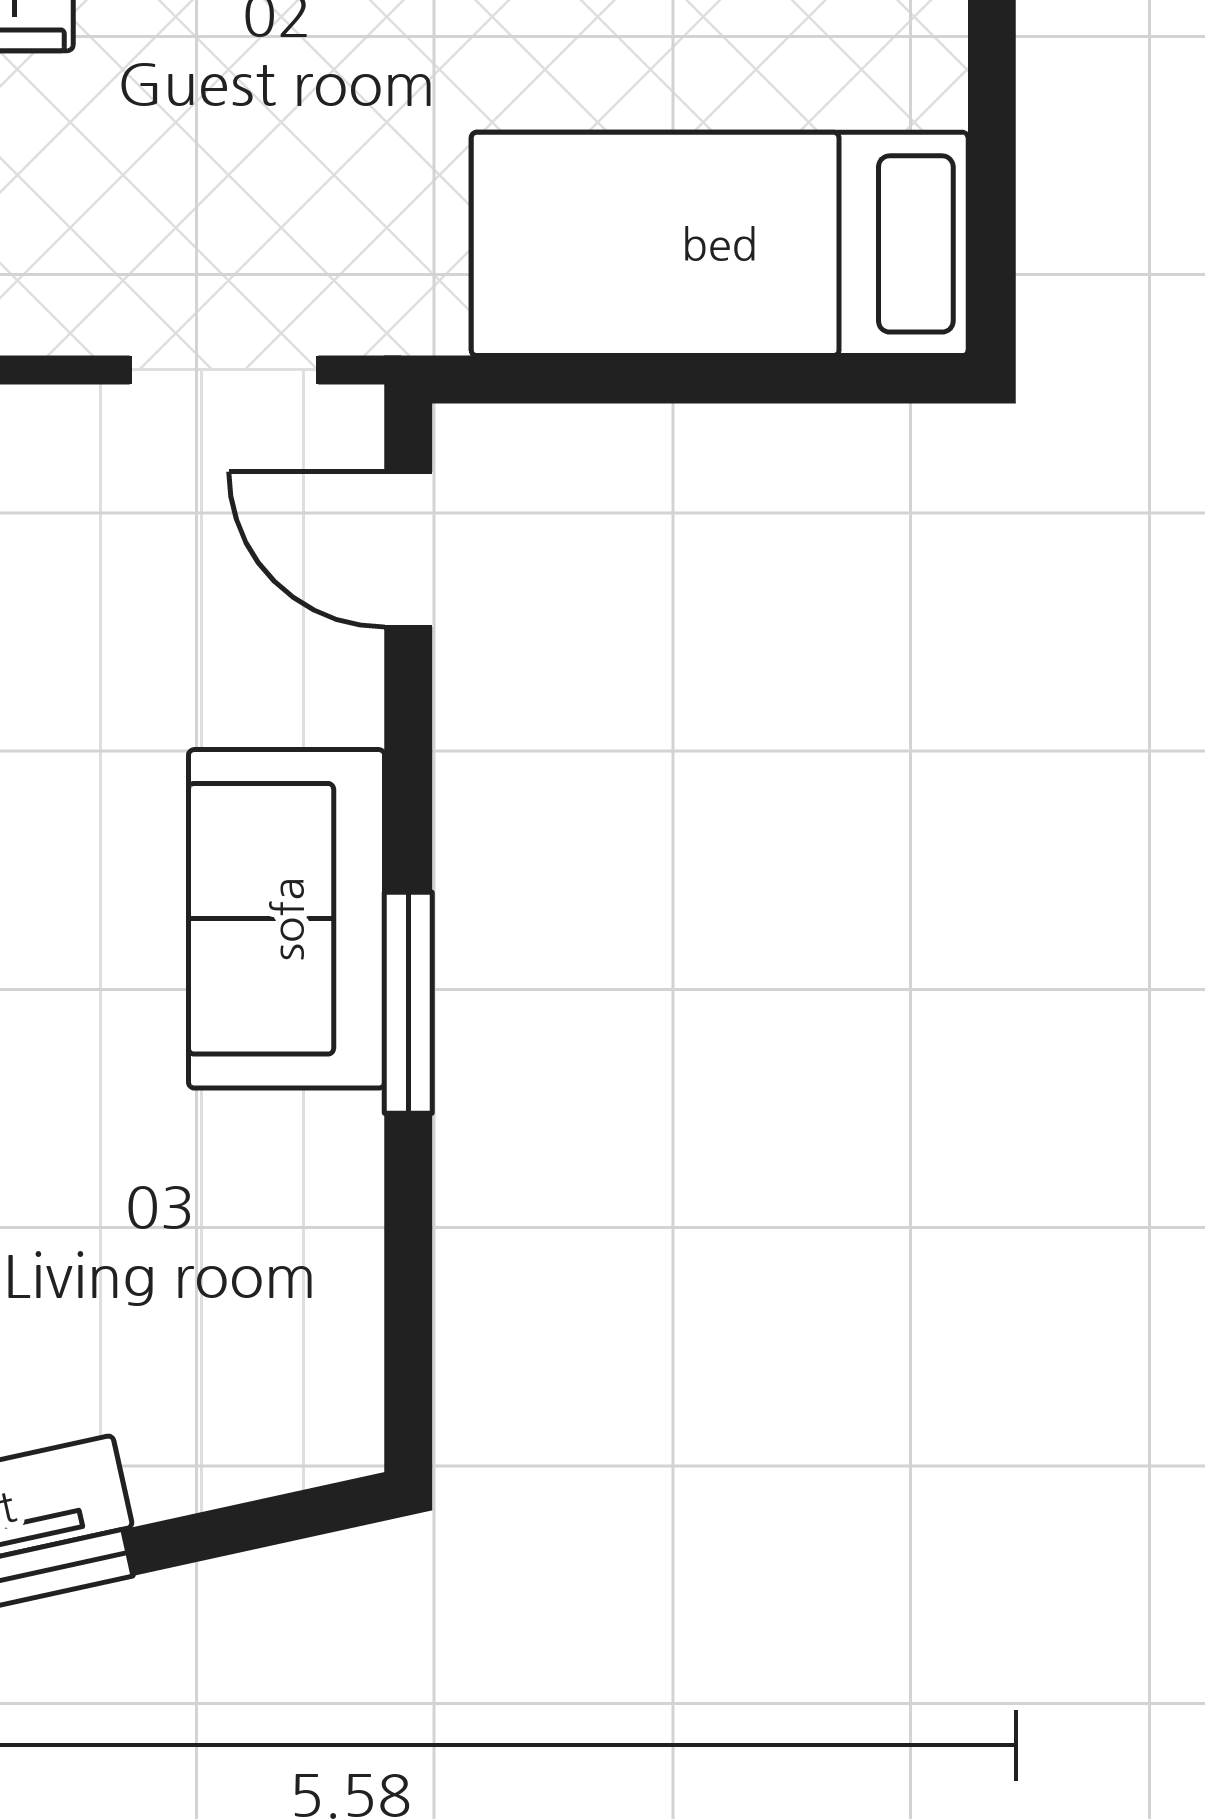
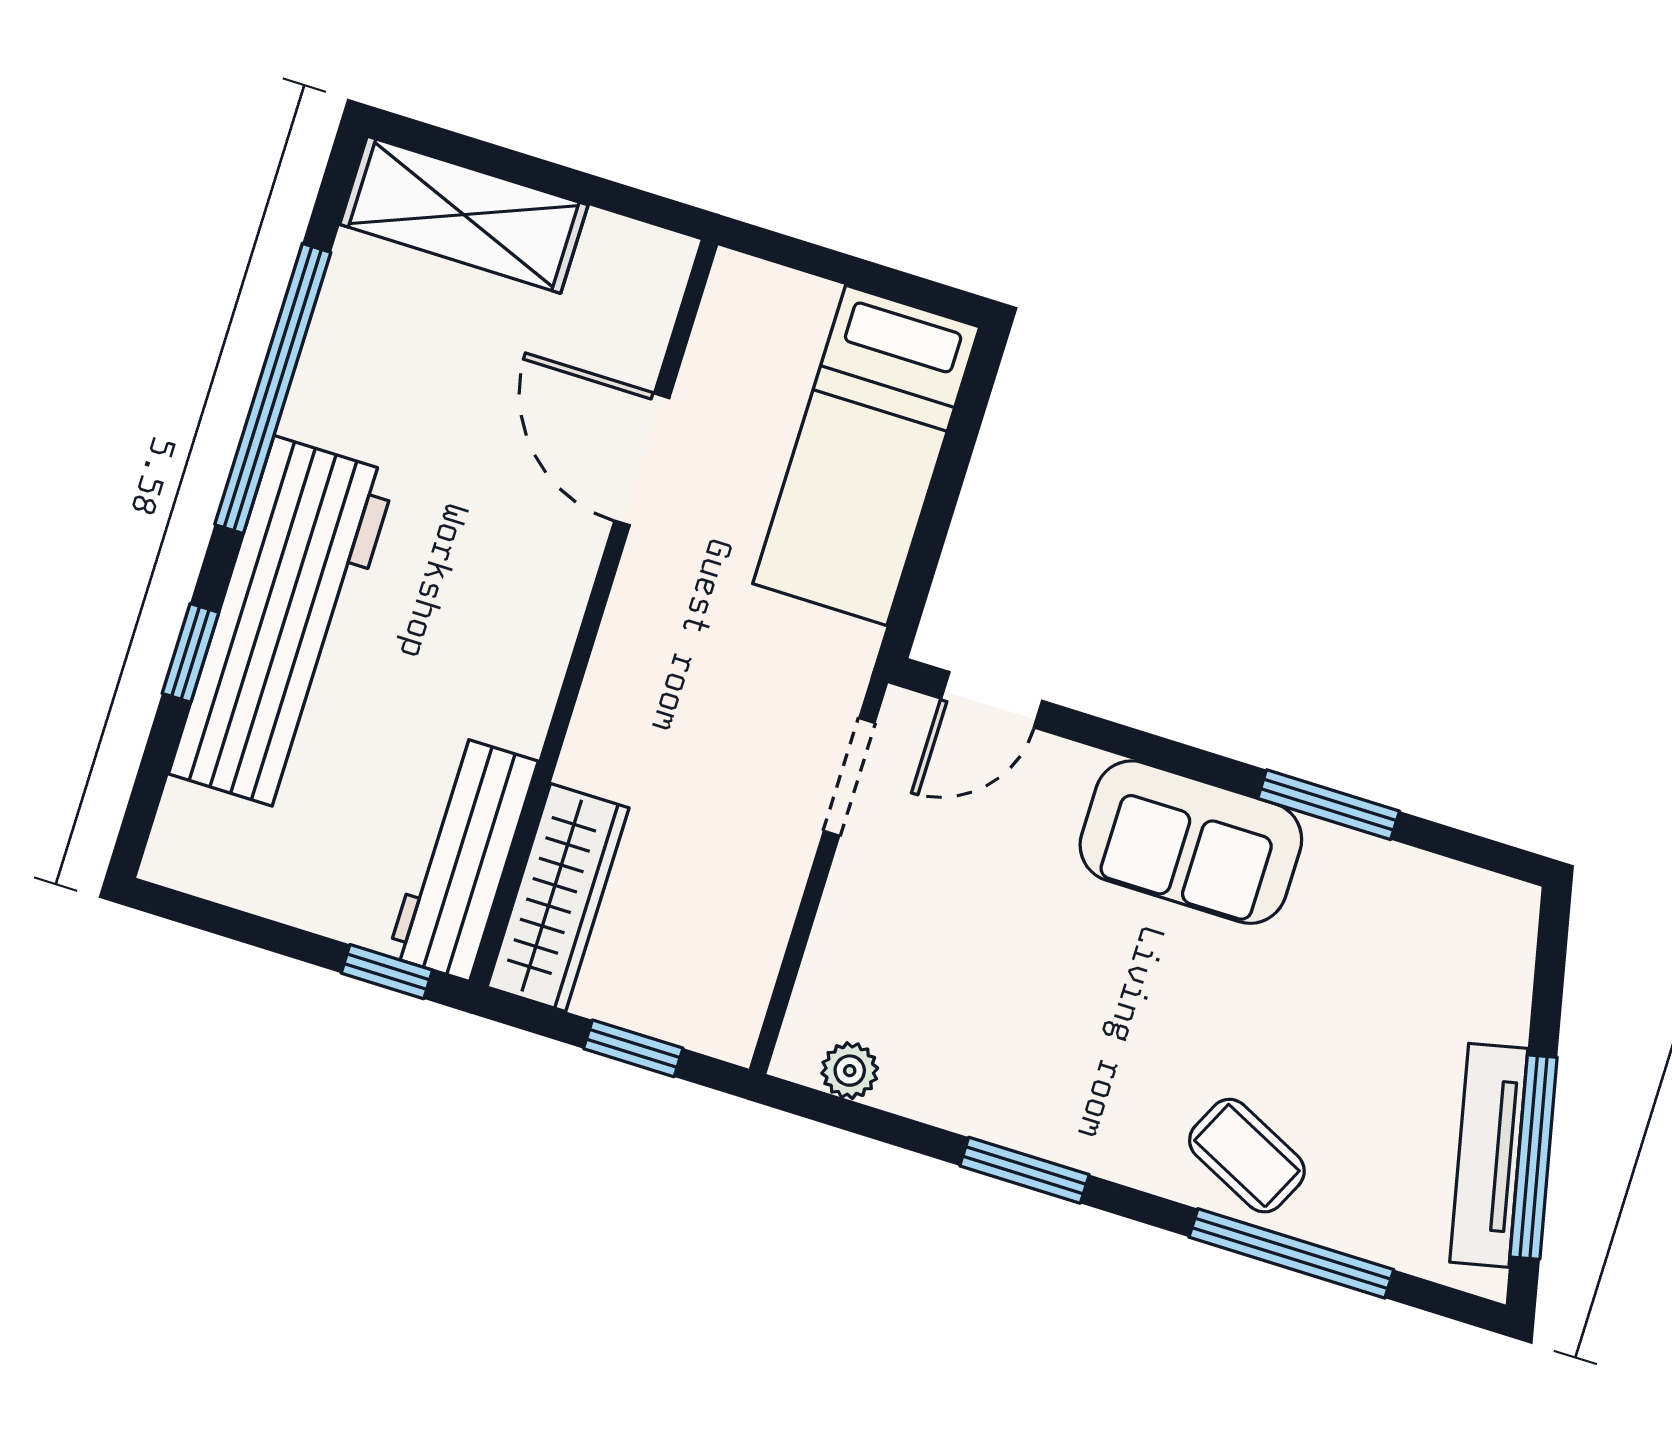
window: (408, 1003) -> (1329, 805), moved

